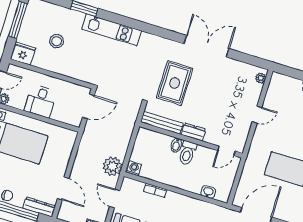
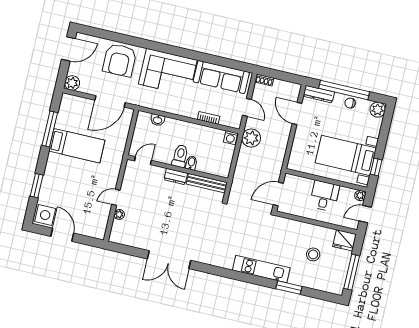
plant: (261, 78) -> (119, 214), moved
rug: (175, 83) -> (197, 222), removed

